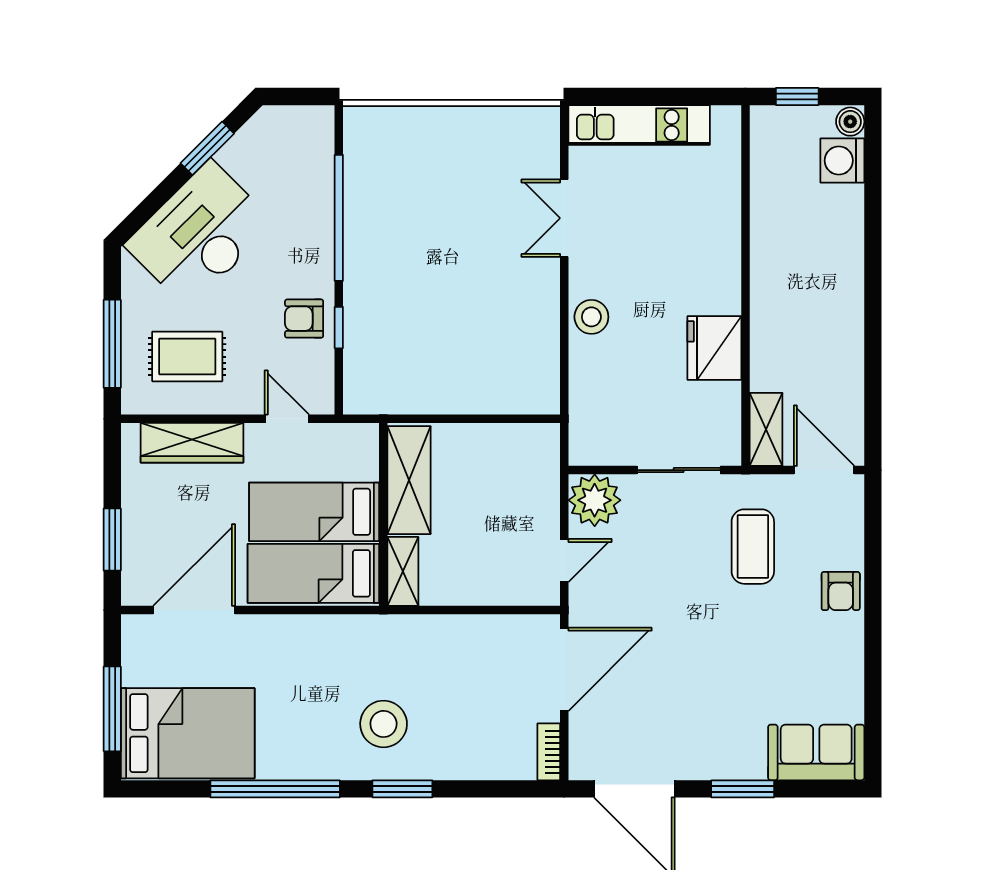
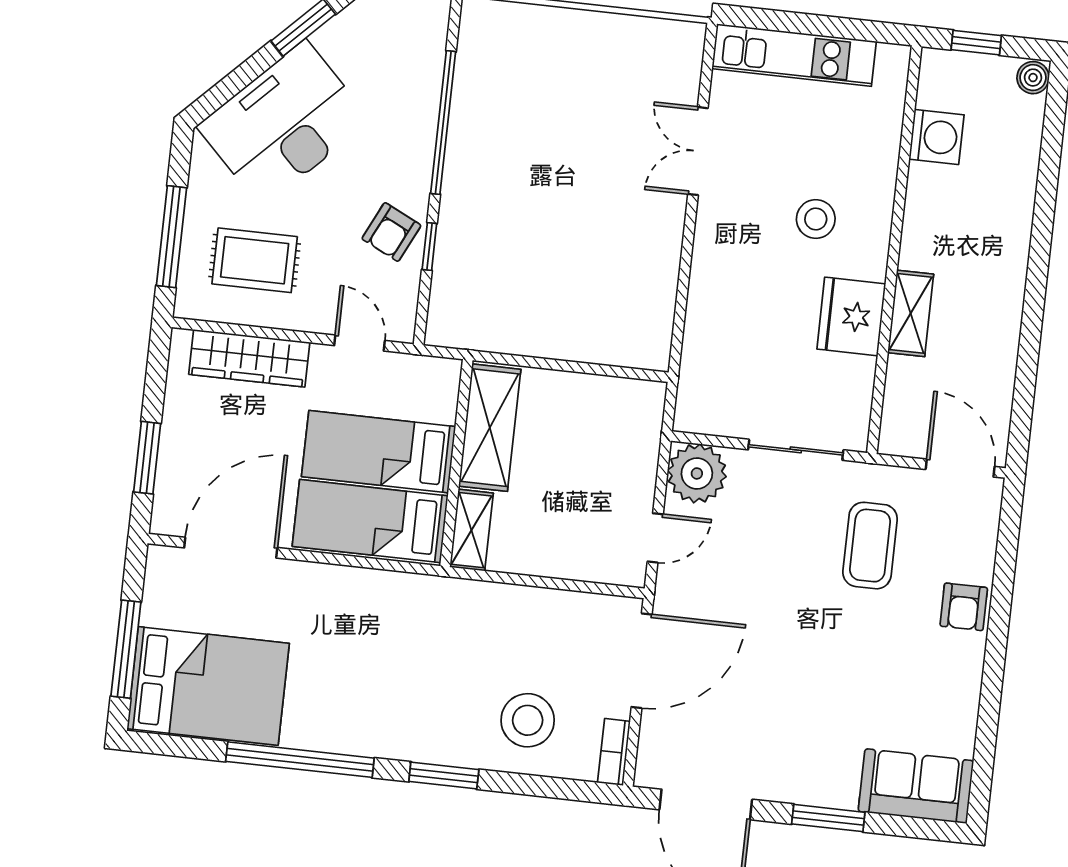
washing machine: (842, 160) -> (937, 137), moved, turned 180
stool: (591, 317) -> (816, 219), moved
armchair: (304, 319) -> (391, 232), turned -64
shelving: (766, 429) -> (911, 313), moved
stool: (384, 724) -> (528, 720), moved

